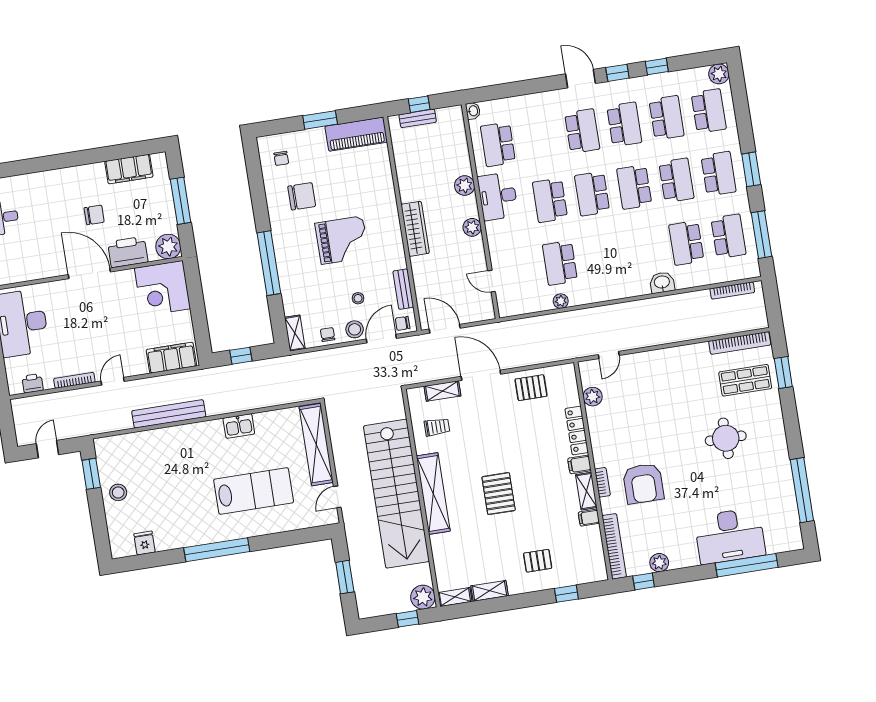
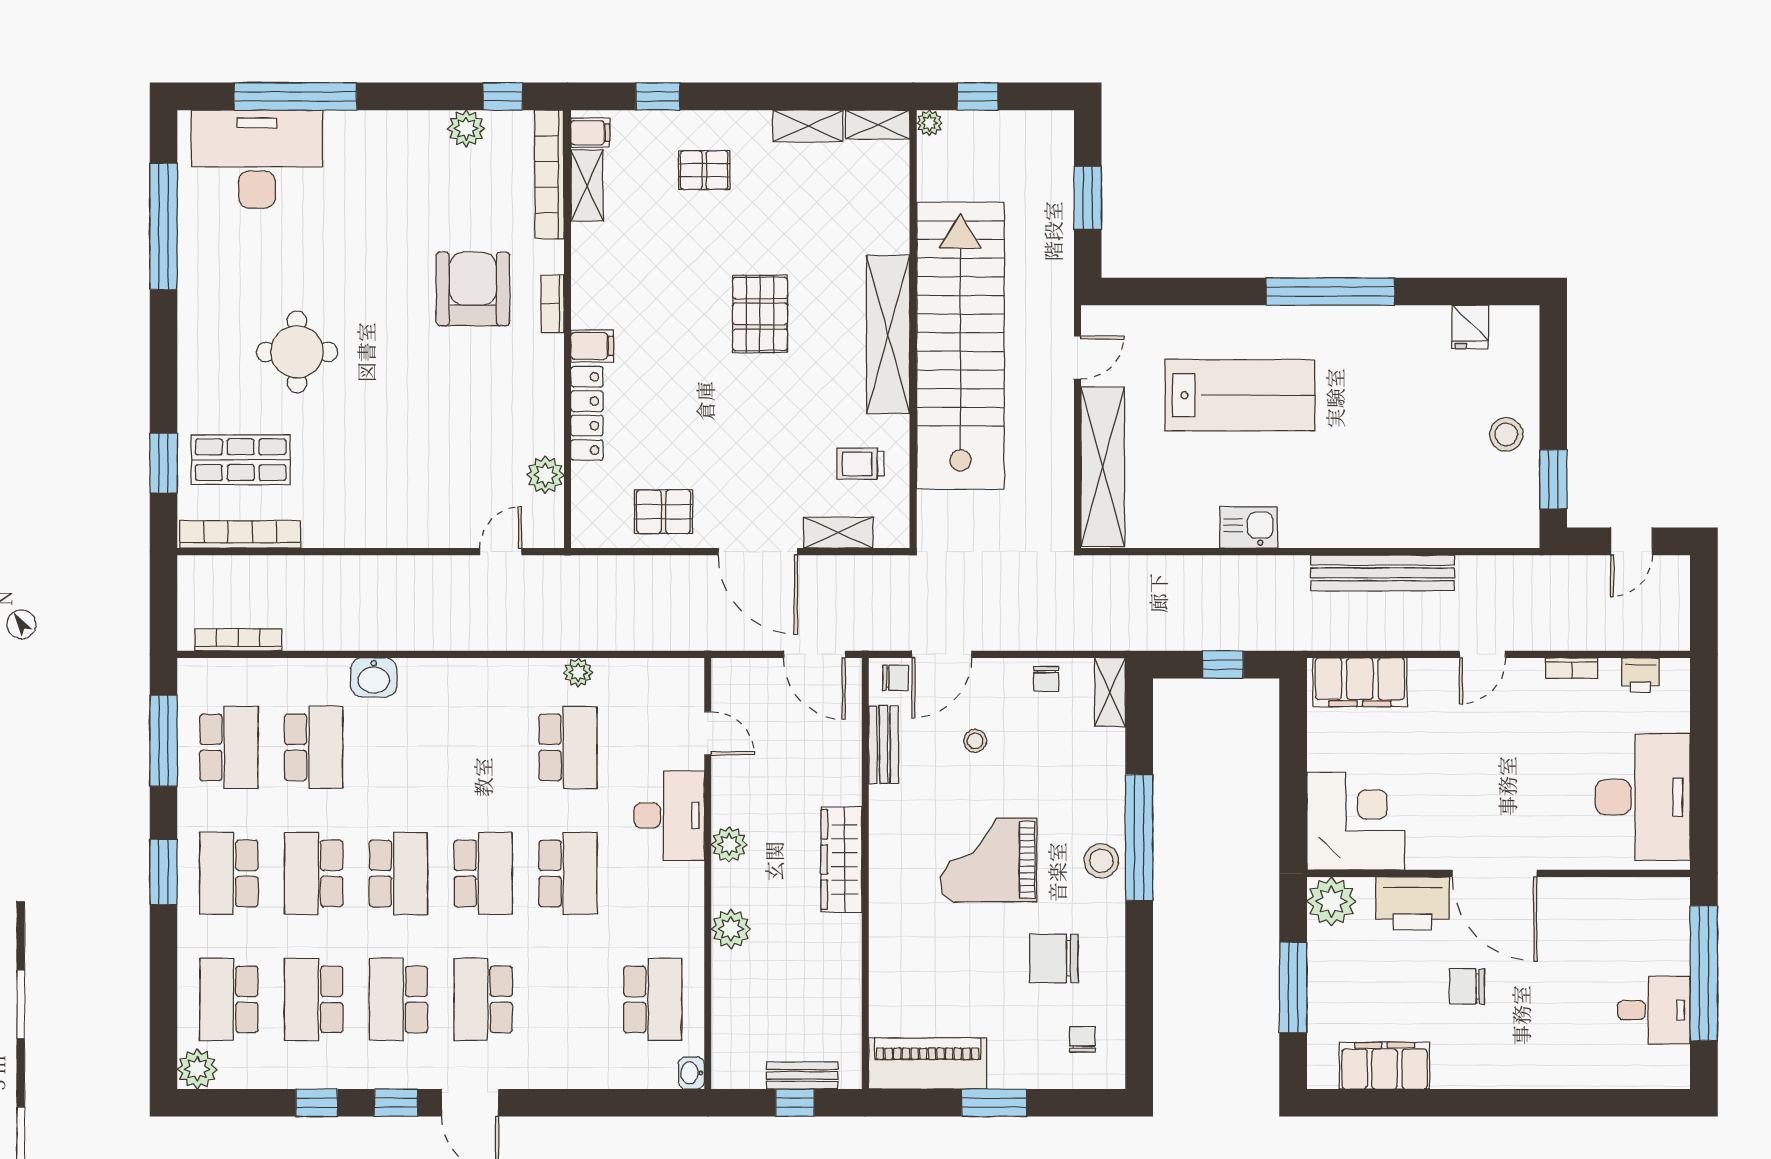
desk: (498, 196) -> (669, 815), moved
school desk: (728, 236) -> (229, 747), turned 180
stool: (355, 329) -> (1101, 861), moved
bookcase: (74, 380) -> (1572, 668), width x0.64
lab bench: (254, 491) -> (1240, 395), turned 180
shelving: (586, 491) -> (587, 186), moved
filing cabinet: (589, 518) -> (590, 133), moved
desk: (730, 536) -> (257, 159), moved
plant: (423, 597) -> (929, 123), width x0.53, depth x0.53

